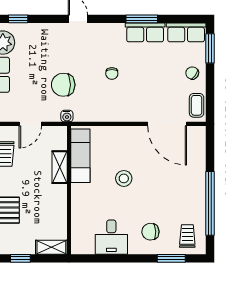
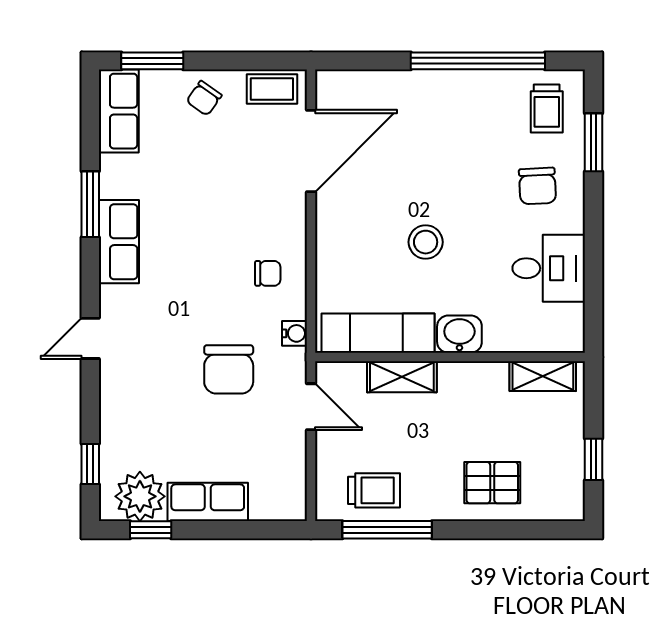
row of seats: (145, 32) -> (119, 242), moved
chair: (112, 73) -> (268, 273), moved
water cooler: (67, 116) -> (294, 333), moved
door: (30, 124) -> (311, 407), moved
washbasin: (80, 195) -> (459, 334), added
trolley: (187, 236) -> (547, 109), turned -90
shelving: (51, 247) -> (543, 376), moved, turned 90

